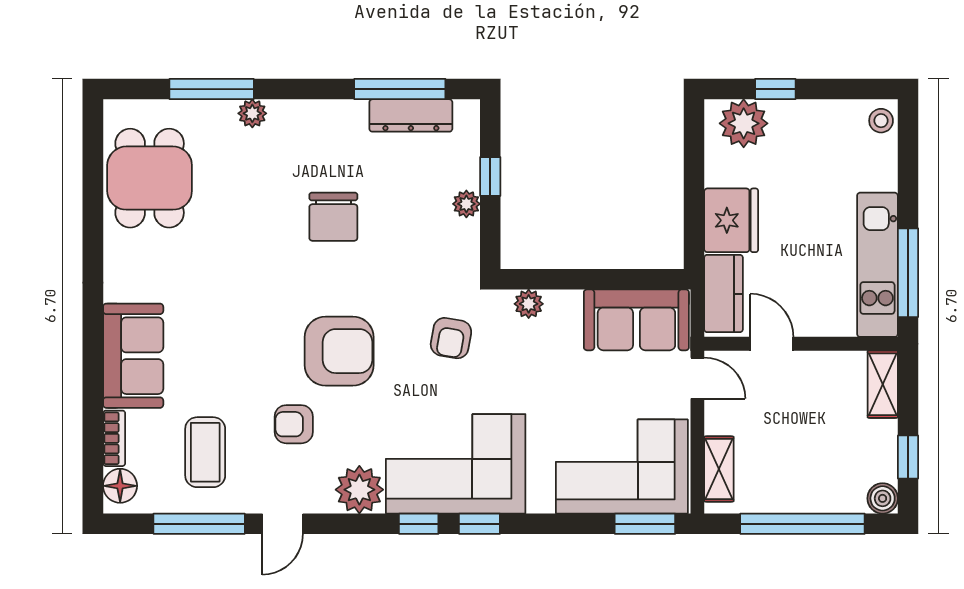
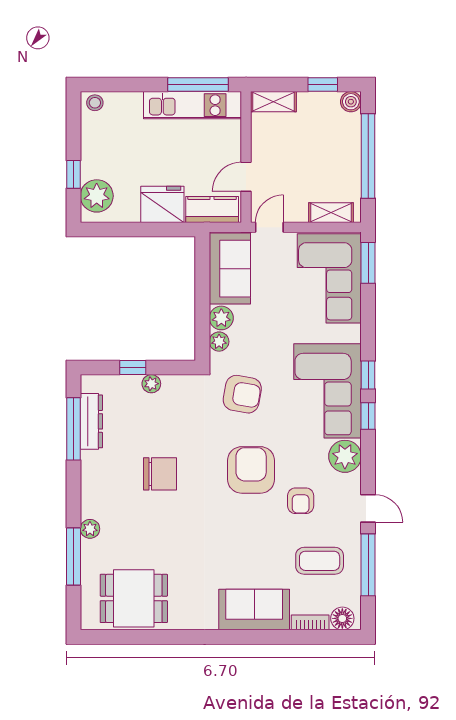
plant: (563, 307) -> (221, 318), added
armchair: (451, 338) -> (242, 394), width x1.38, depth x1.38

